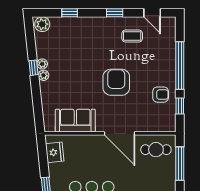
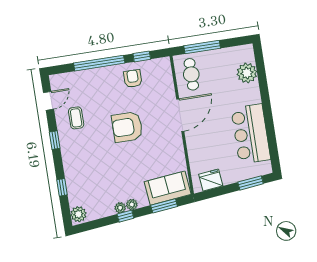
window: (37, 105) -> (164, 206), added
sofa: (75, 121) -> (168, 188), moved, turned 84

